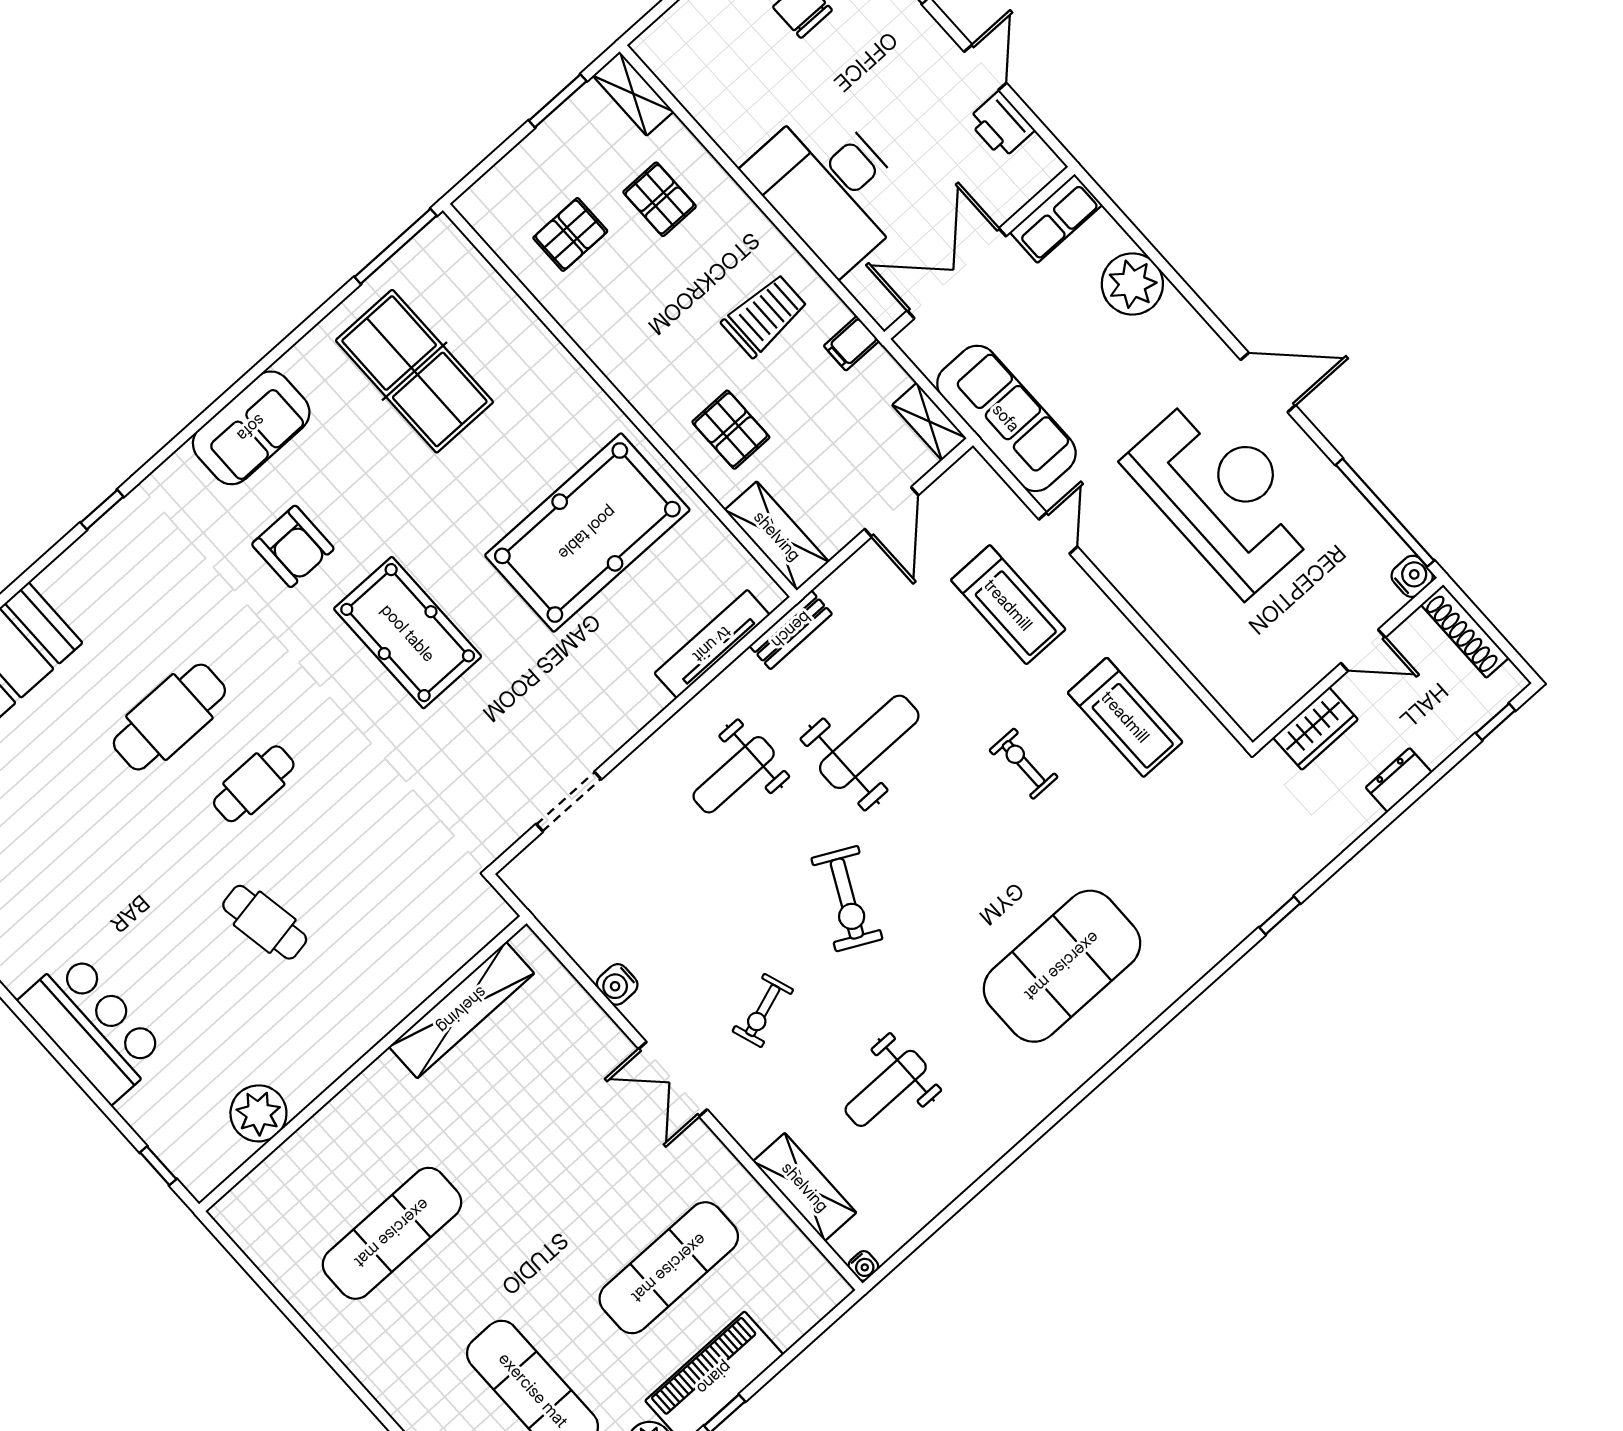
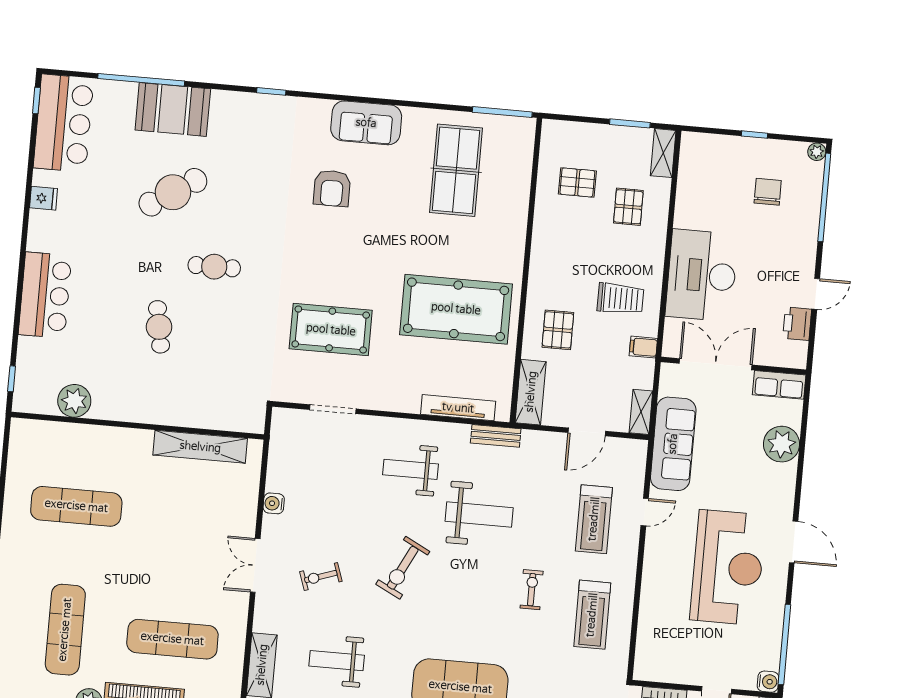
pool table: (408, 633) -> (331, 330), moved, turned 90
cafe table: (169, 717) -> (173, 192), moved, turned -33

